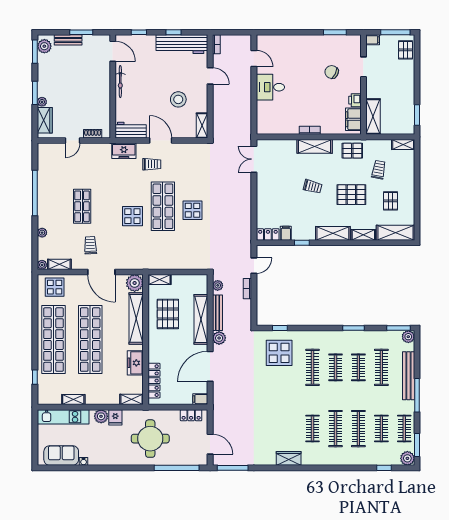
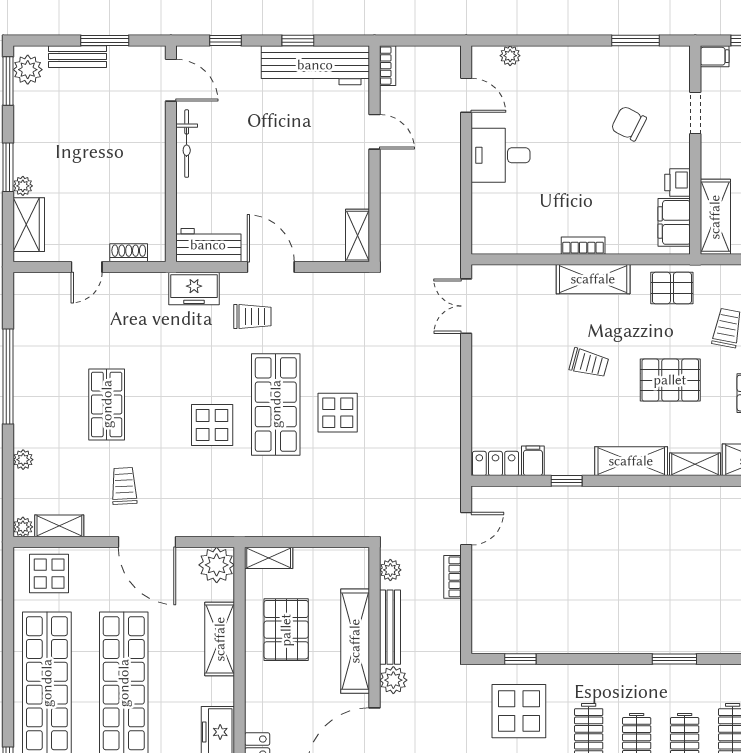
plant: (275, 40) -> (510, 56), added
stool: (178, 99) -> (308, 181), removed
shelving: (136, 318) -> (220, 639), width x0.68

